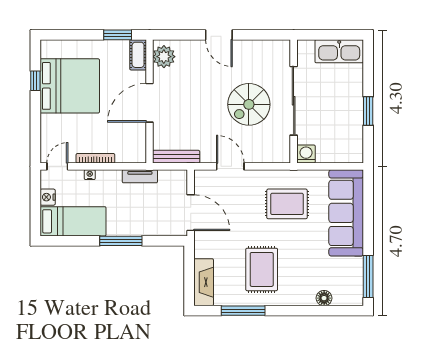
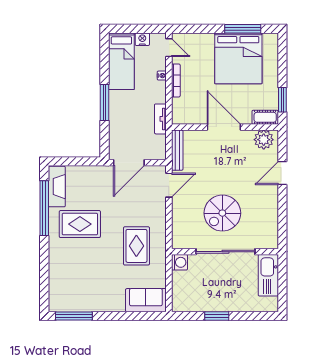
door: (219, 35) -> (282, 173), moved
kitchen sink: (339, 51) -> (268, 275), moved
window: (35, 81) -> (243, 29), width x2.17
spiral stairs: (249, 104) -> (222, 213), turned -90
door: (230, 166) -> (169, 185), moved
sofa: (346, 213) -> (146, 300), width x0.54, depth x0.79
fireplace: (204, 282) -> (57, 187), moved, turned -90
floor lamp: (324, 298) -> (55, 278), removed
window: (243, 311) -> (44, 208), width x1.46

